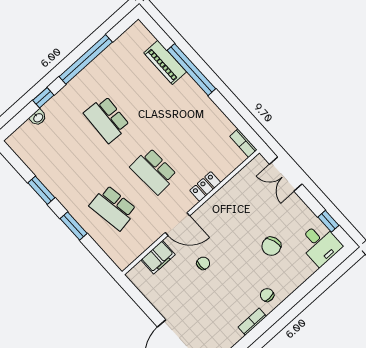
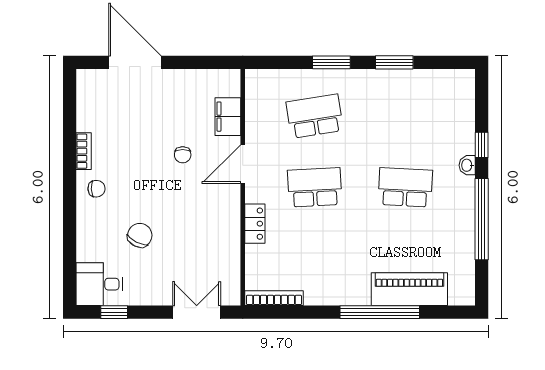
piano: (165, 62) -> (409, 289), width x1.37, depth x1.33
washbasin: (38, 118) -> (467, 165), moved
bookcase: (243, 143) -> (274, 298), width x1.56
chair: (271, 246) -> (140, 235), turned 45

